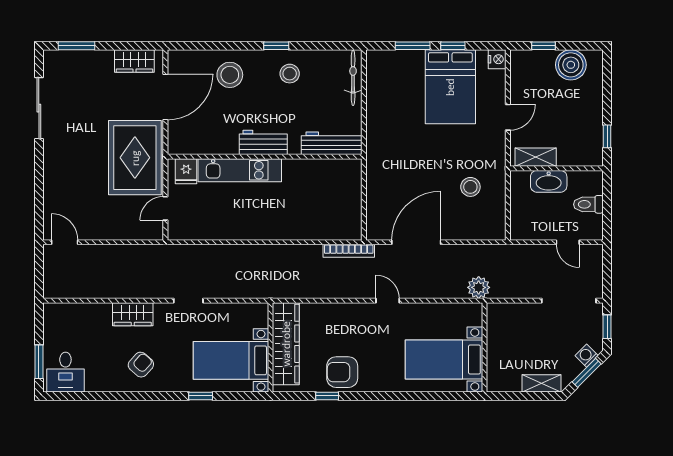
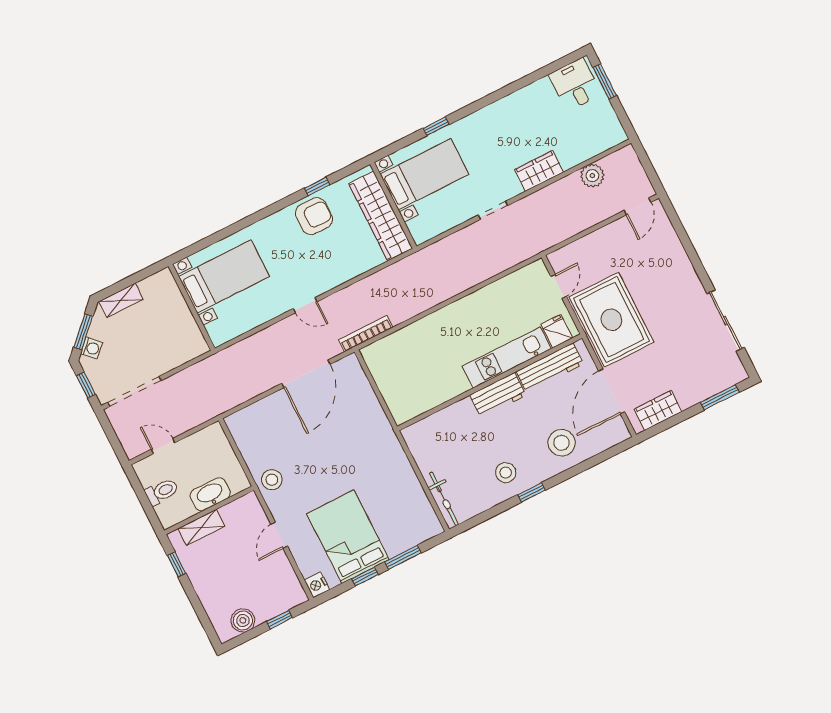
boiler: (571, 65) -> (243, 620), width x0.73, depth x0.73
workbench: (332, 143) -> (550, 368), moved
shelving: (536, 157) -> (201, 527), moved
stool: (470, 187) -> (272, 480), moved
door: (65, 242) -> (637, 206), hinge flipped
plant: (479, 287) -> (592, 176), moved
armchair: (141, 365) -> (507, 127), removed

